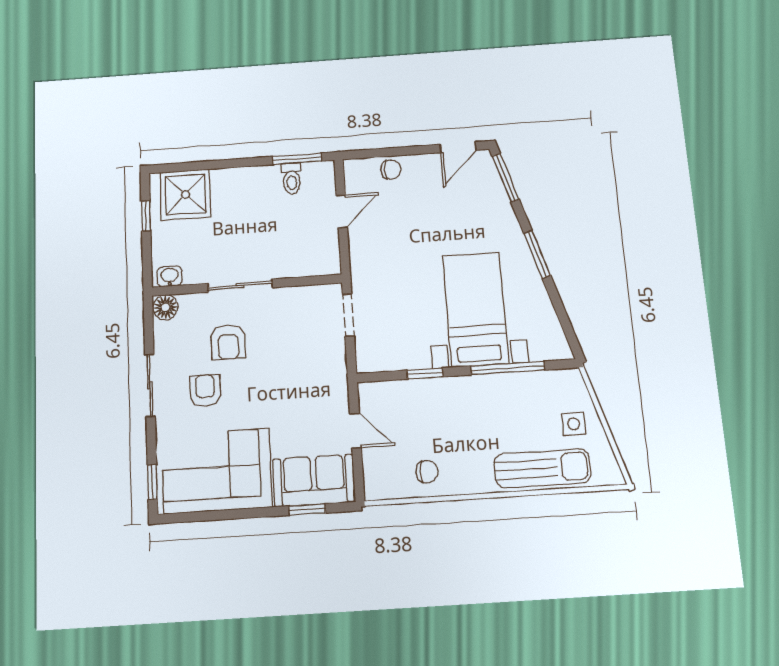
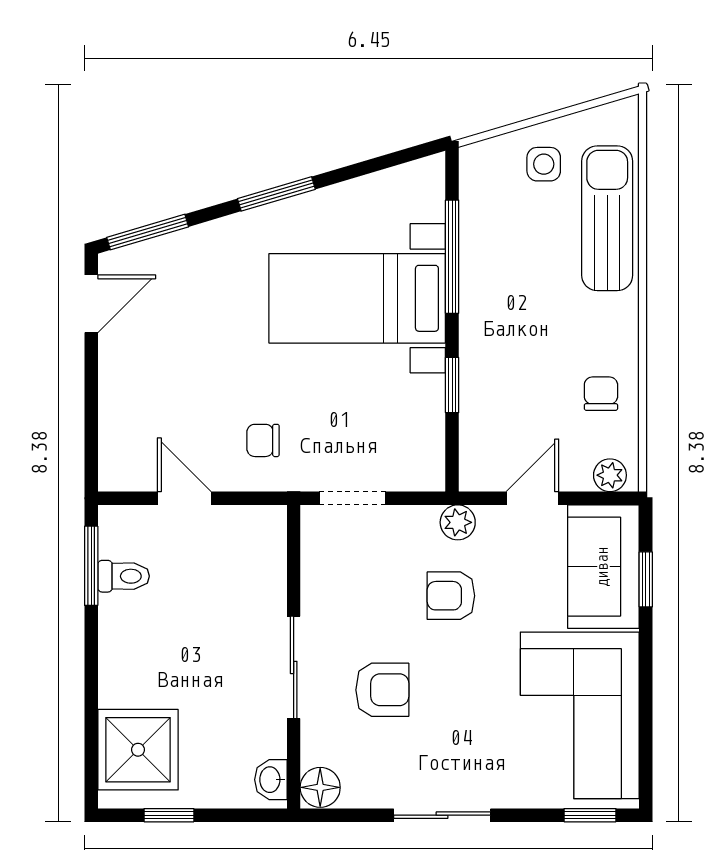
door: (458, 147) -> (91, 304), hinge flipped
chair: (391, 170) -> (263, 440), moved, turned -90
plant: (337, 383) -> (458, 522), added
armchair: (205, 391) -> (451, 596), moved
plant: (374, 481) -> (610, 475), added

